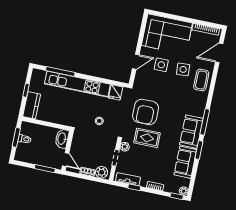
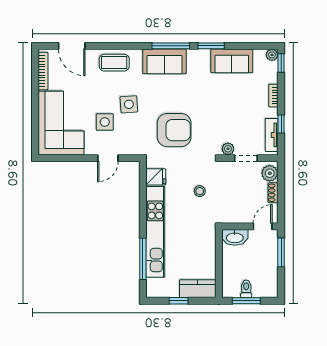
door: (136, 62) -> (108, 158), swing flipped
side table: (183, 69) -> (129, 104), moved
sofa: (191, 132) -> (165, 61), moved
rug: (147, 138) -> (209, 121), removed

